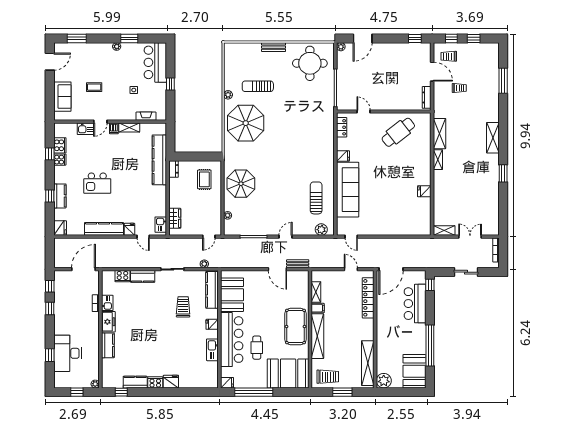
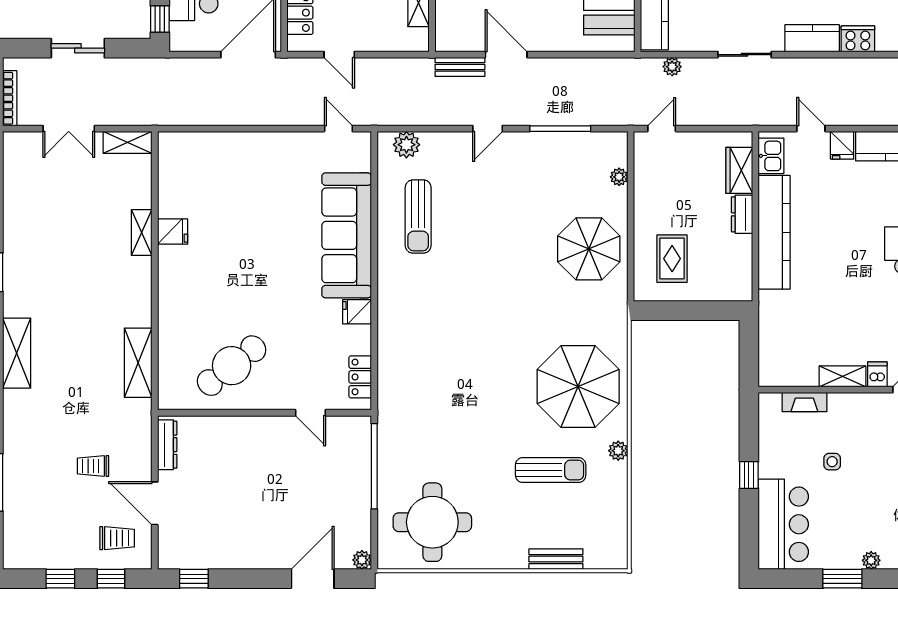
bench: (274, 47) -> (556, 559), moved
kitchen counter: (159, 160) -> (774, 232), moved
shelving: (438, 160) -> (142, 232), moved
dresser: (174, 169) -> (742, 214), moved

